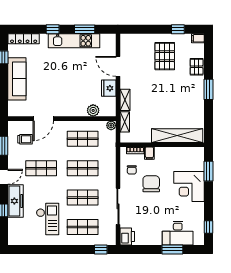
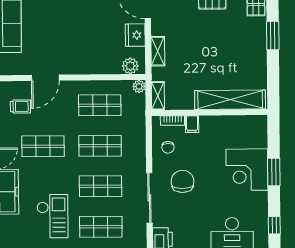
plant: (93, 110) -> (130, 66), moved
shelving: (125, 122) -> (158, 96), moved
window: (208, 171) -> (274, 172), moved
chair: (151, 184) -> (182, 181), moved

